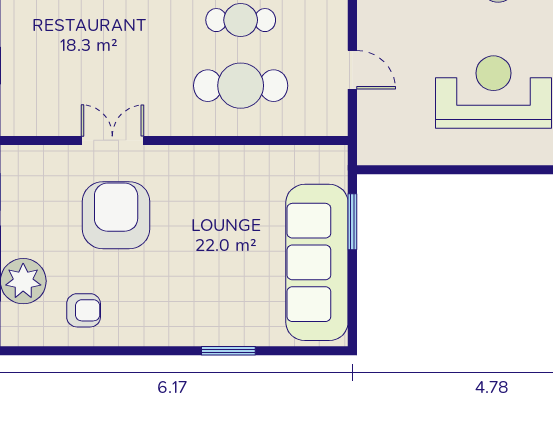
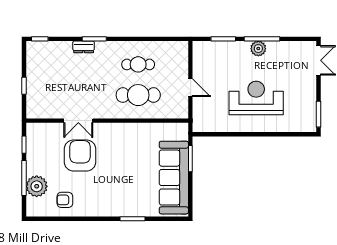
double door: (112, 140) -> (78, 121), swing flipped
armchair: (84, 310) -> (65, 200), turned 180

